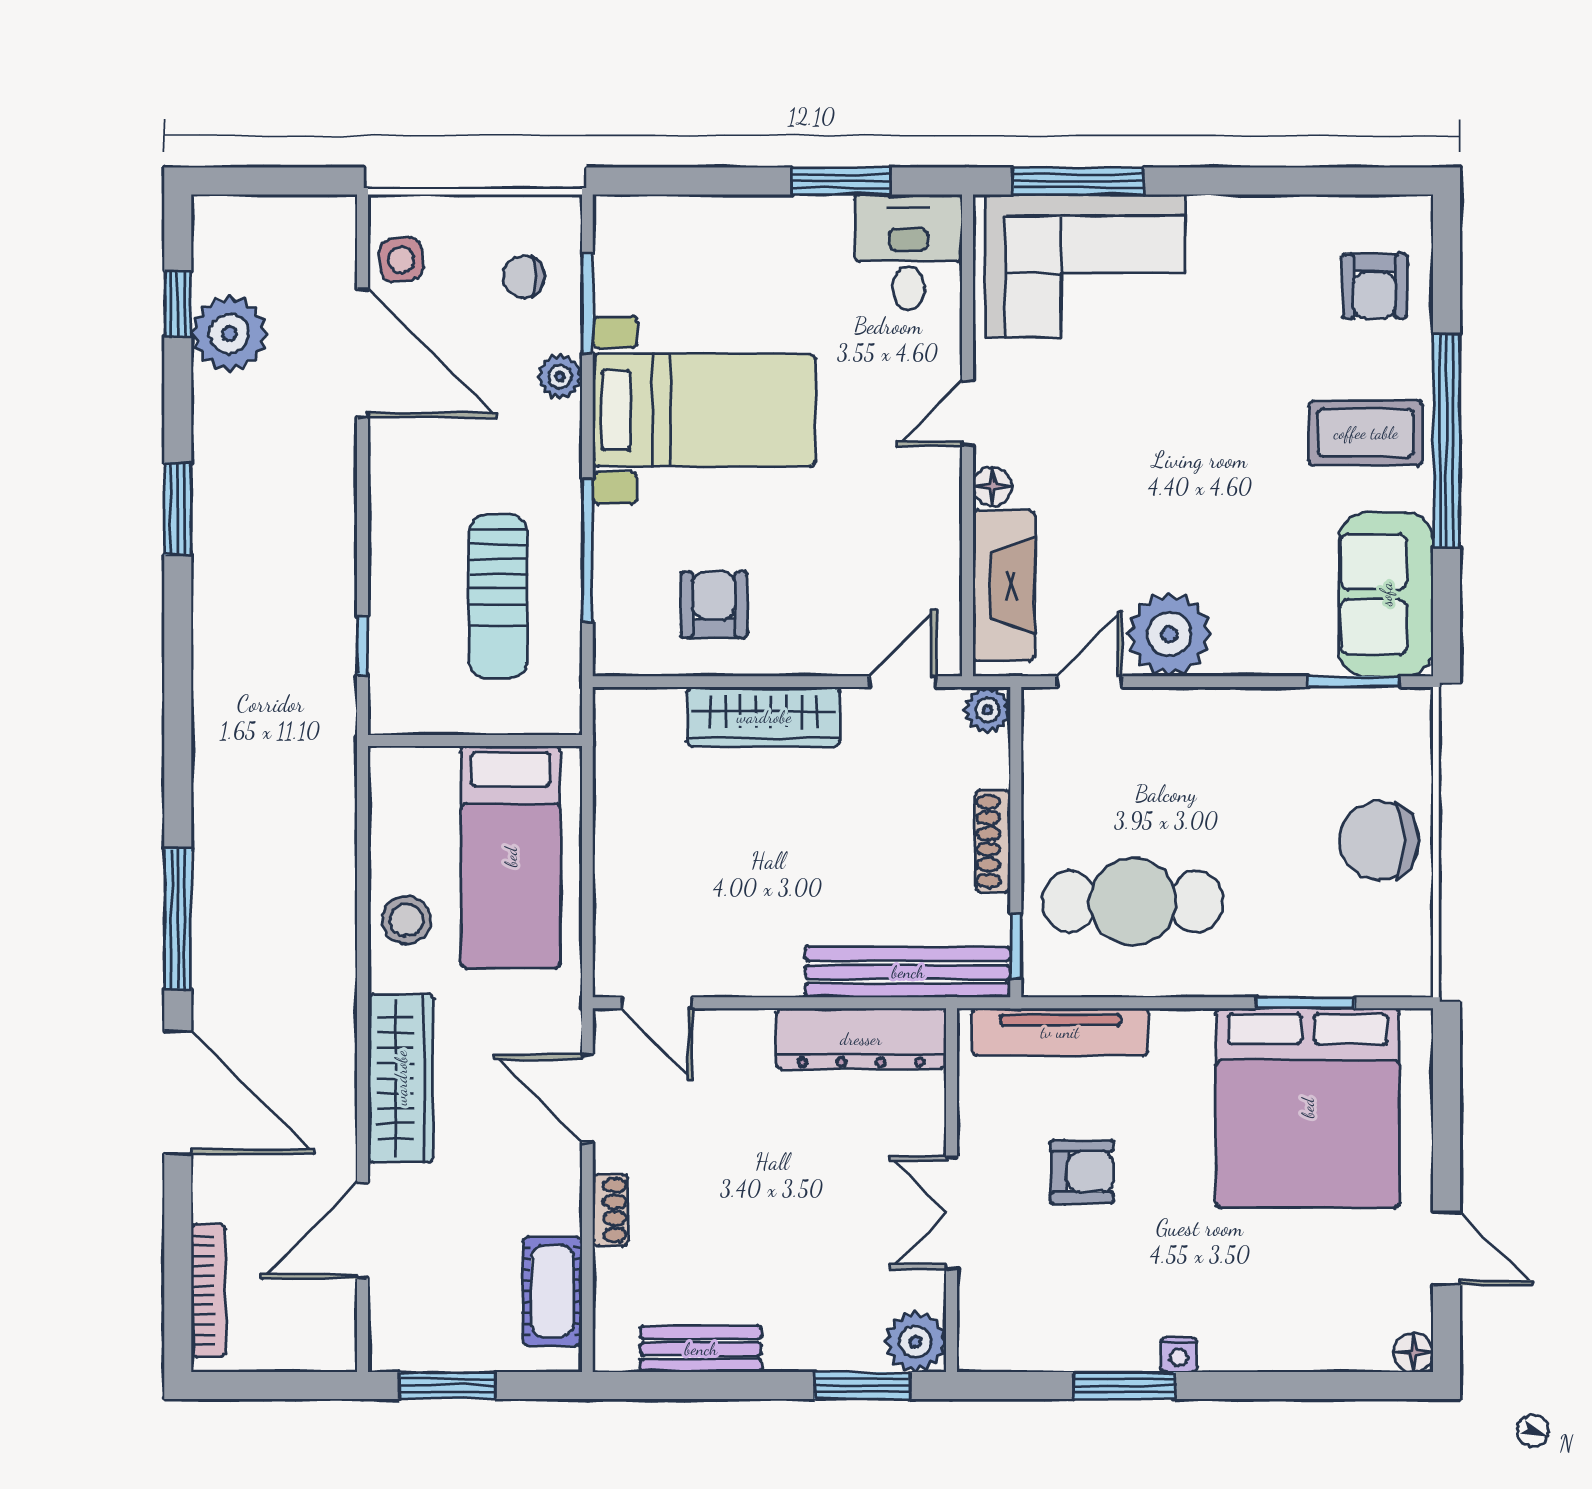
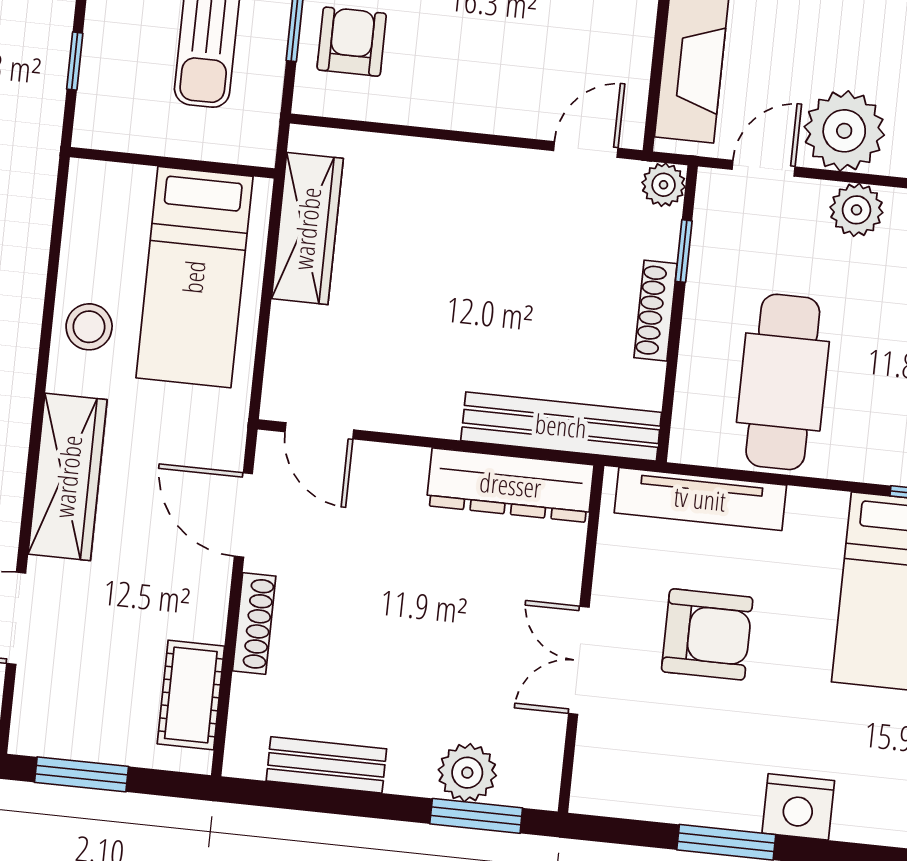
armchair: (714, 605) -> (352, 42), moved
plant: (1191, 715) -> (856, 210), added
wardrobe: (764, 717) -> (307, 229), moved, turned -90
cafe table: (1133, 902) -> (783, 382), turned 90
window: (1016, 946) -> (684, 251), moved
armchair: (1082, 1172) -> (707, 634), width x1.38, depth x1.38
shoe rack: (610, 1210) -> (254, 623), width x1.43
plant: (915, 1342) -> (467, 773), moved
nightstand: (1179, 1355) -> (798, 807), width x1.89, depth x1.79

